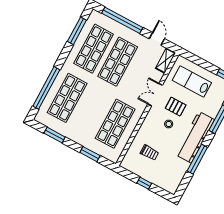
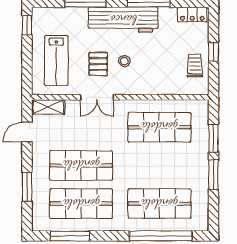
window: (122, 20) -> (27, 187), width x0.47
window: (55, 135) -> (214, 174), moved
trolley: (149, 153) -> (195, 66), moved
locker: (175, 182) -> (192, 15), added

